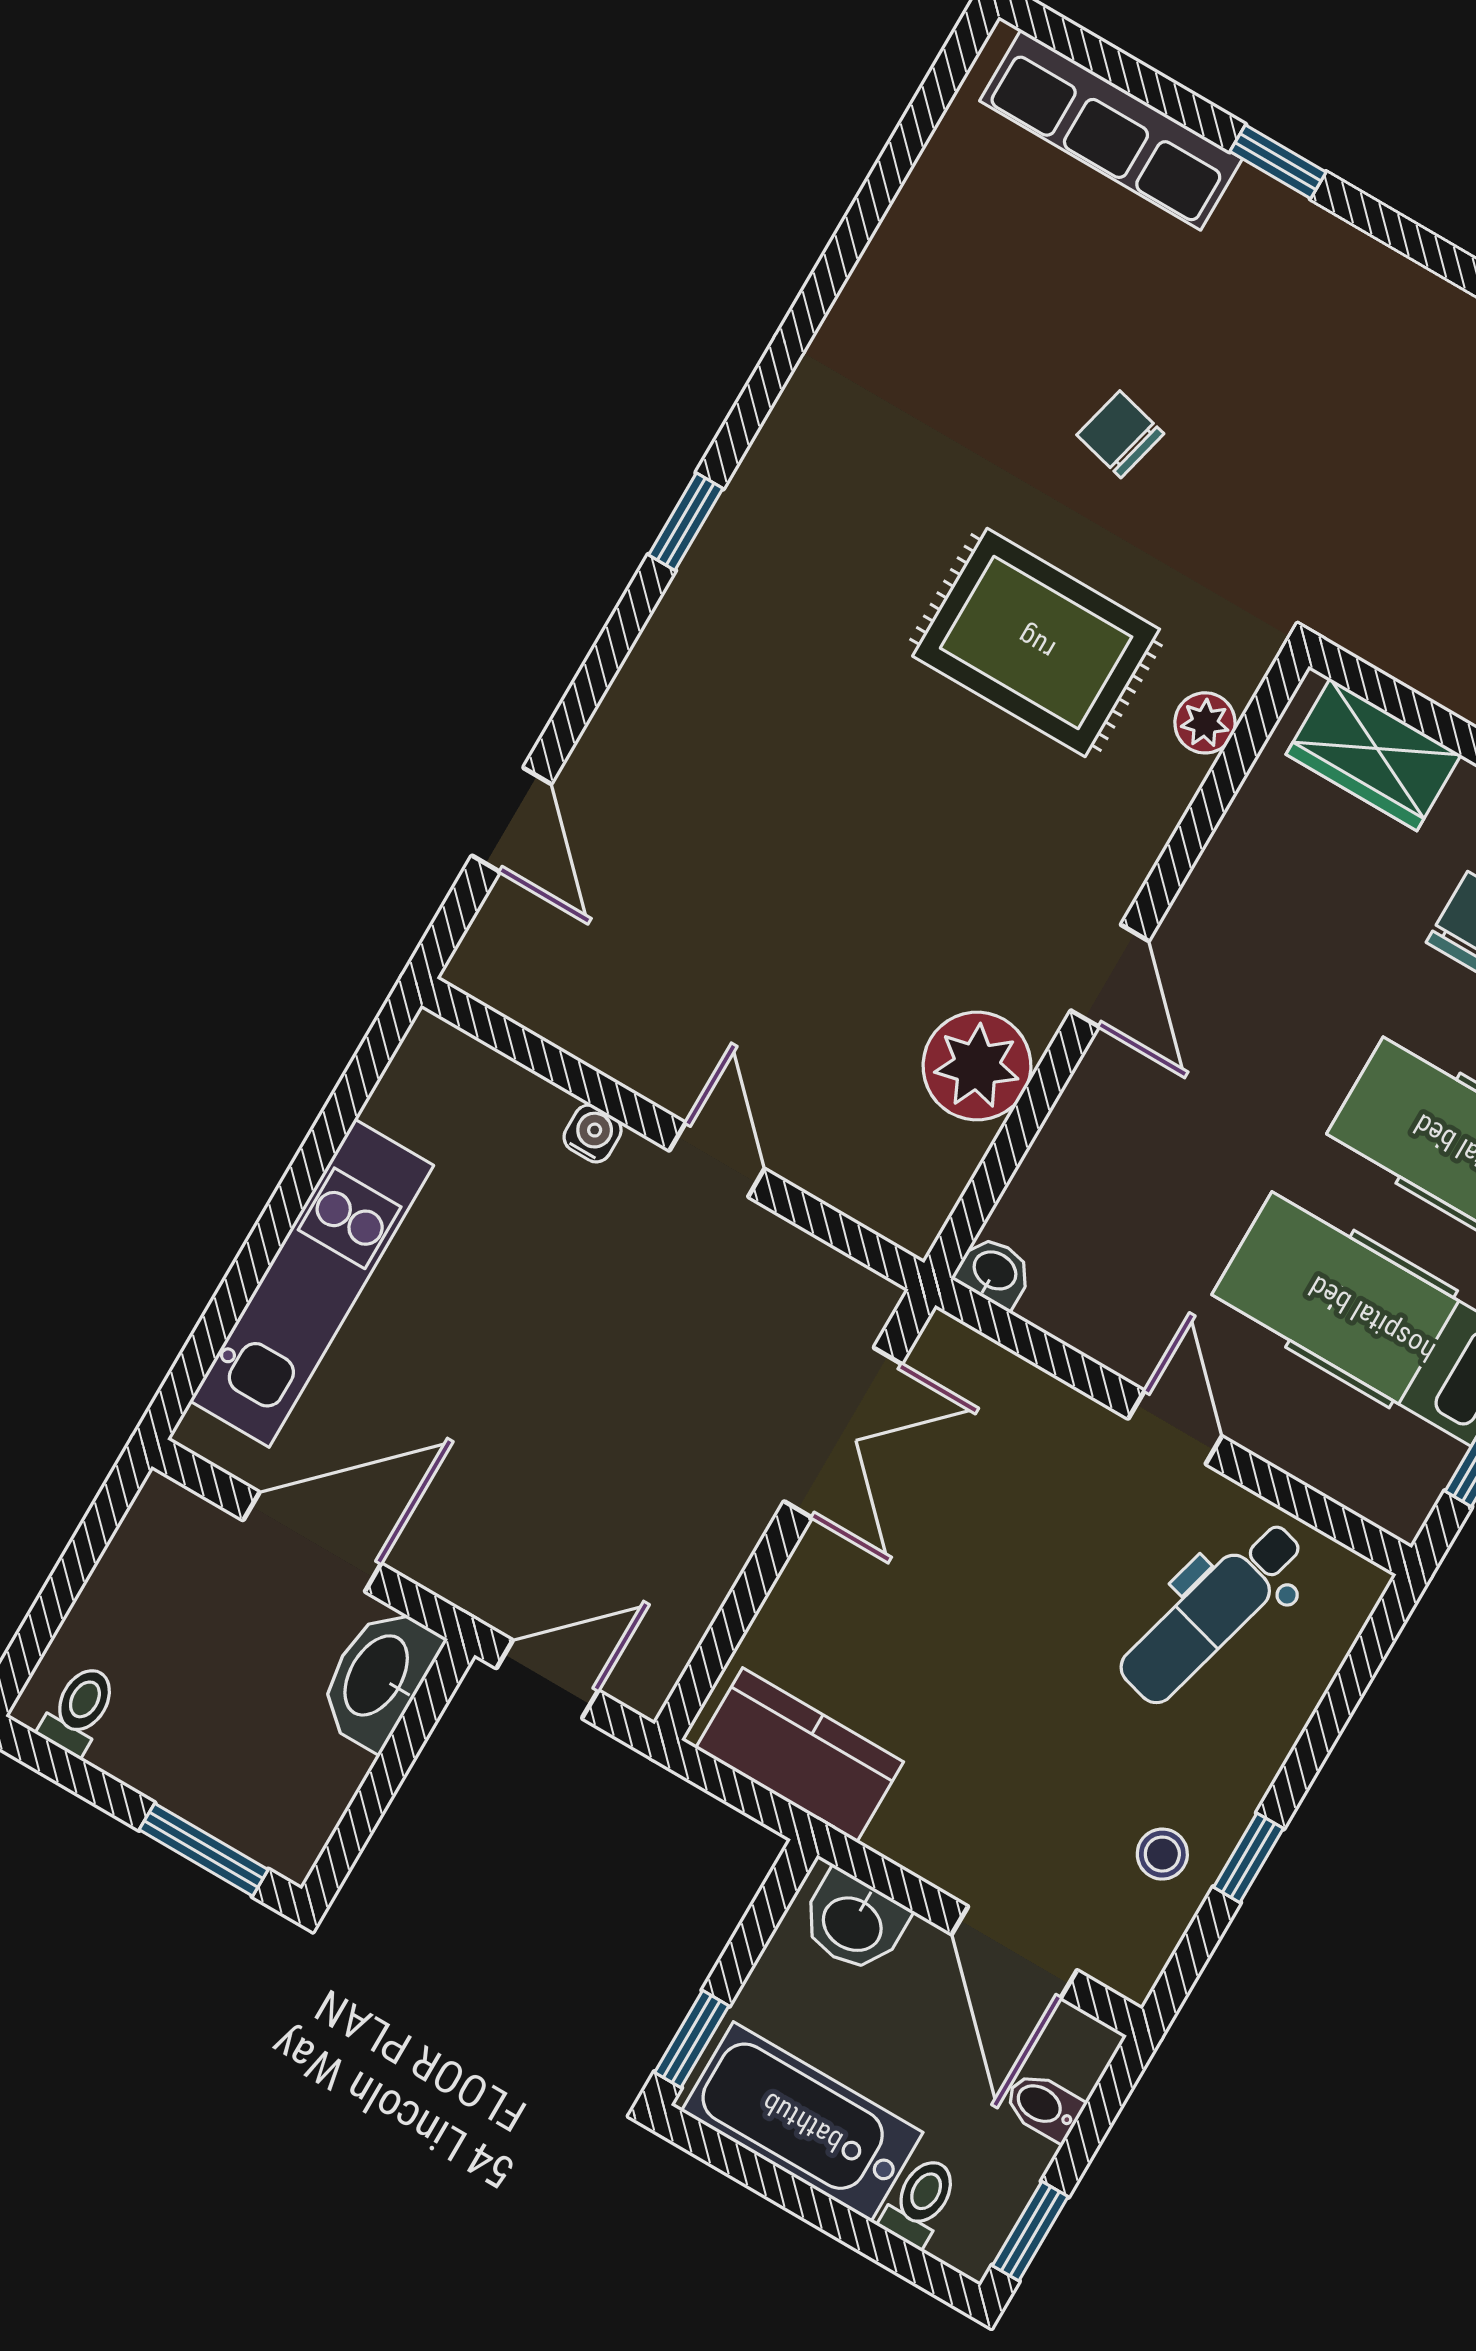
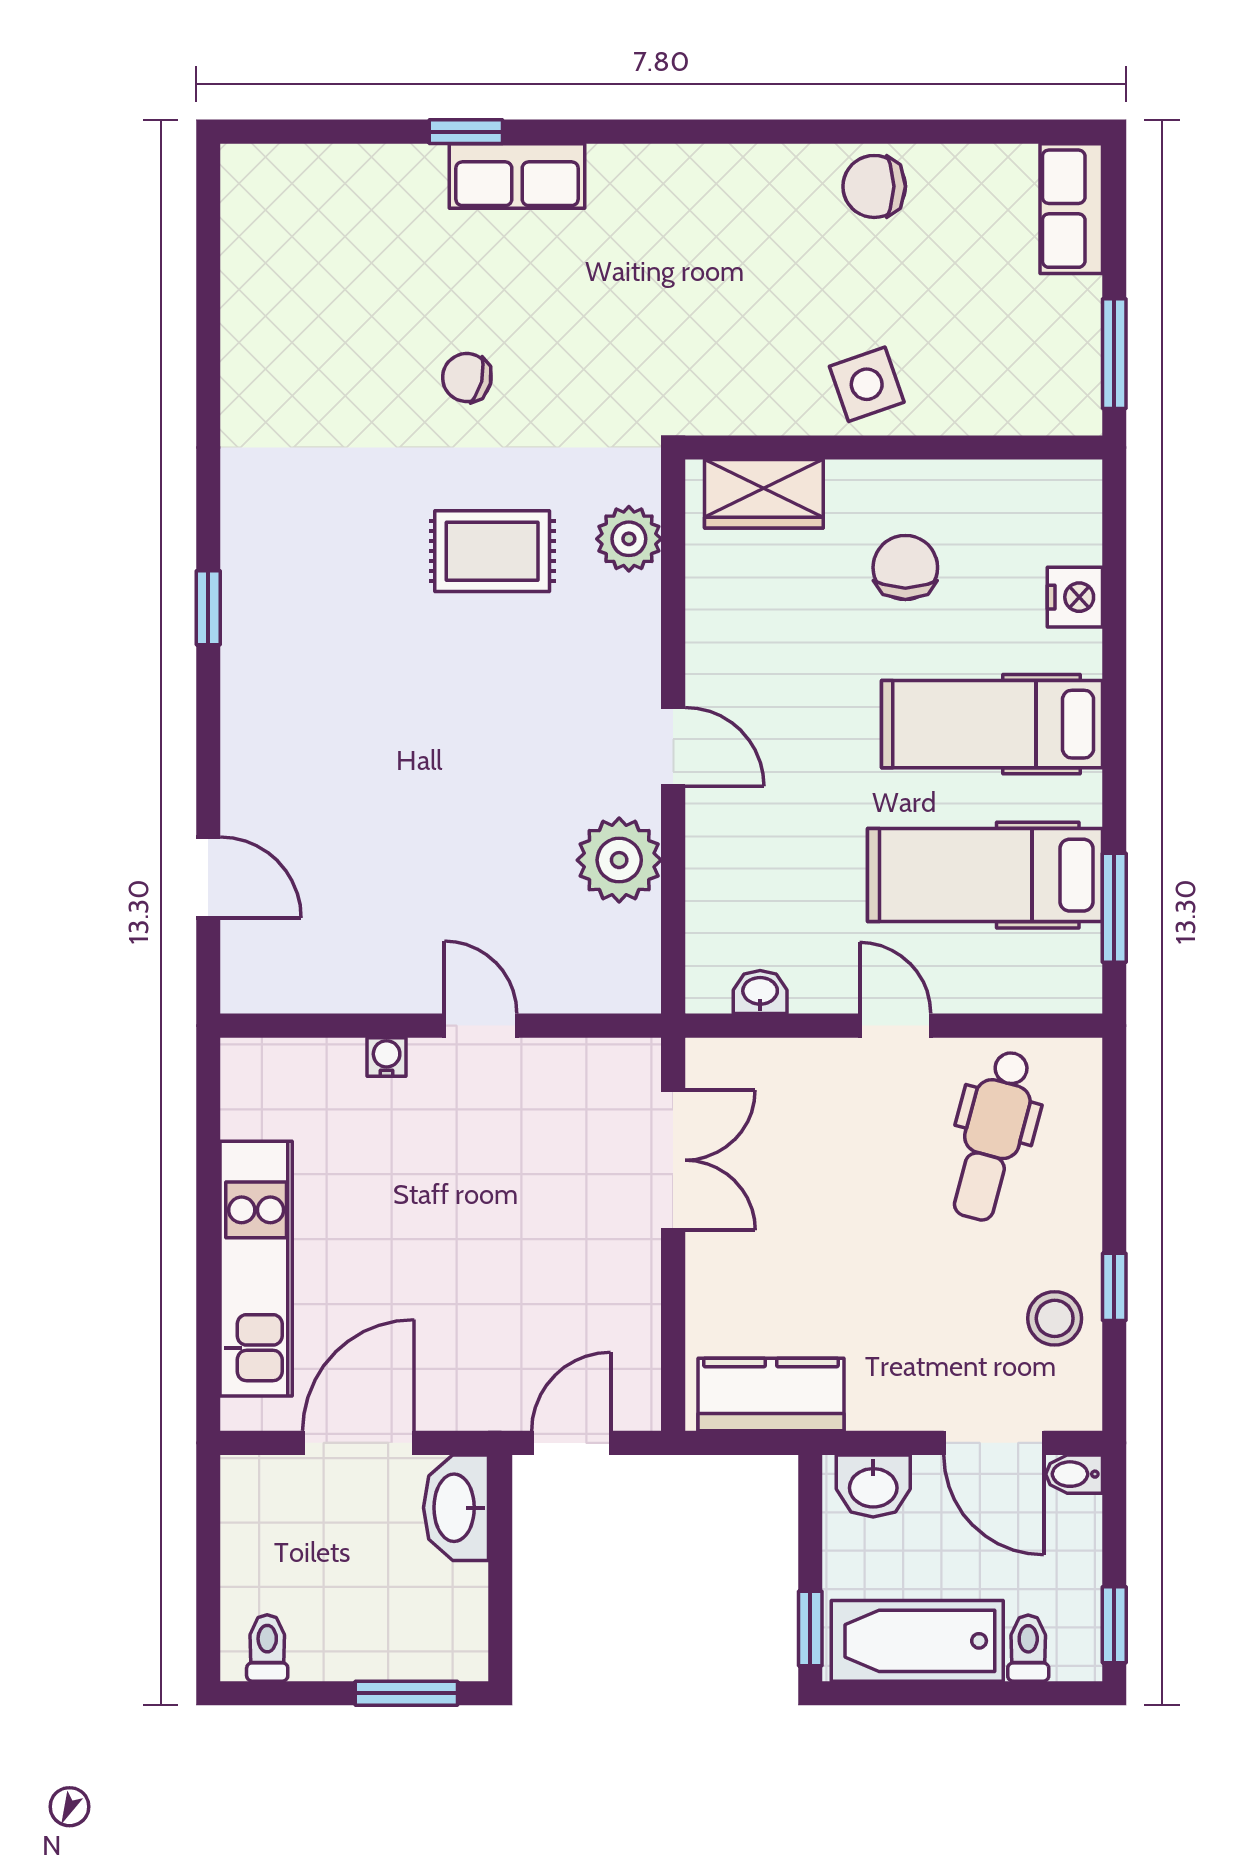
row of seats: (1111, 130) -> (517, 176), moved, width x0.68
rug: (1036, 643) -> (492, 551), width x0.73, depth x0.70
plant: (1205, 723) -> (629, 539), width x1.38, depth x1.38
washbasin: (994, 1272) -> (760, 992), moved
stool: (1162, 1854) -> (1055, 1318), width x1.37, depth x1.37
bidet: (1044, 2106) -> (1074, 1474), moved

